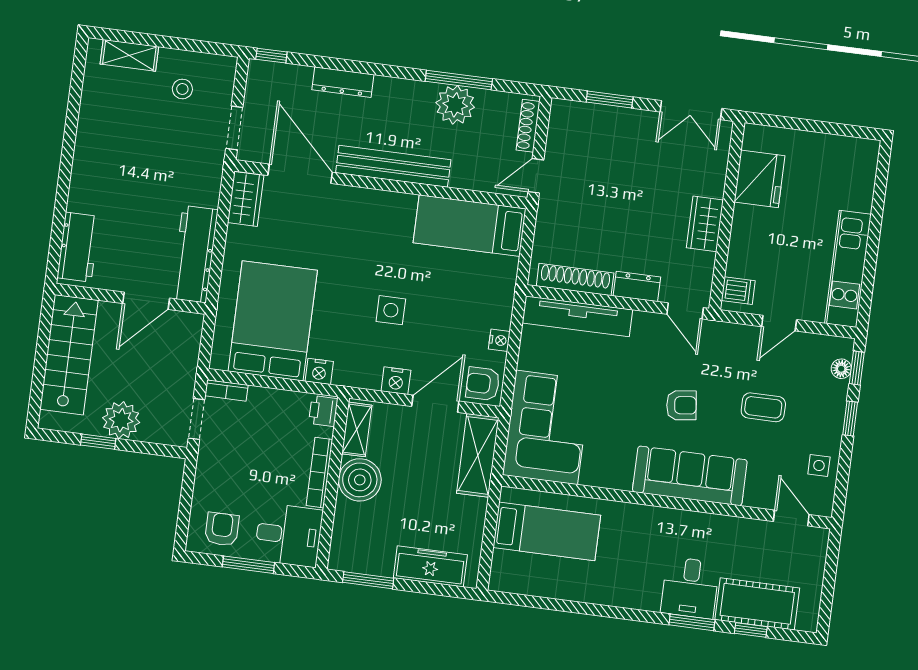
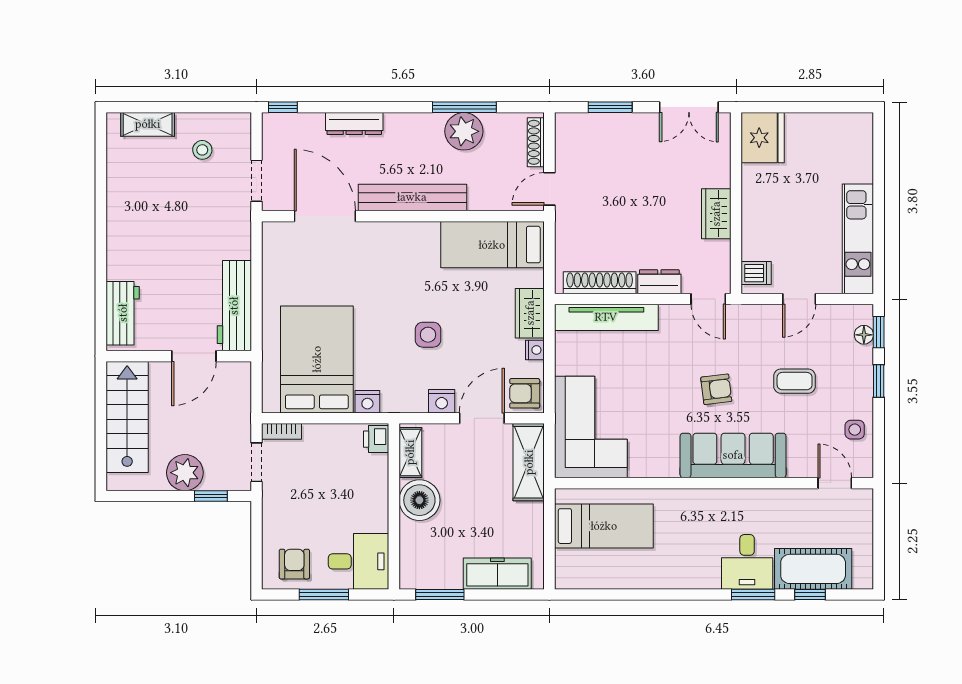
fridge: (759, 179) -> (763, 138), moved
wardrobe: (246, 199) -> (530, 313), moved, turned 180
window: (98, 442) -> (211, 496), moved
bookcase: (319, 473) -> (380, 498), removed

